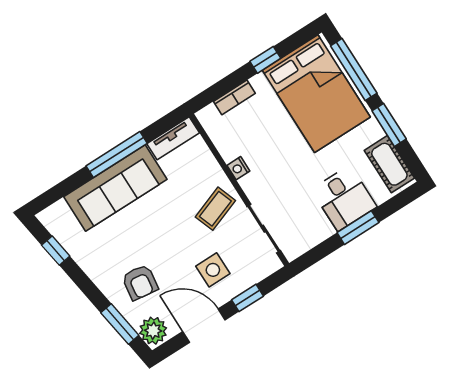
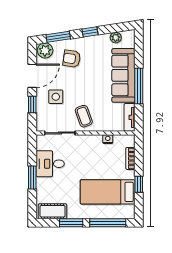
bed: (316, 94) -> (108, 192), width x0.67
nightstand: (238, 168) -> (108, 139), moved
desk: (344, 198) -> (50, 164), moved
plant: (65, 236) -> (116, 38), added
window: (56, 251) -> (90, 32), moved

